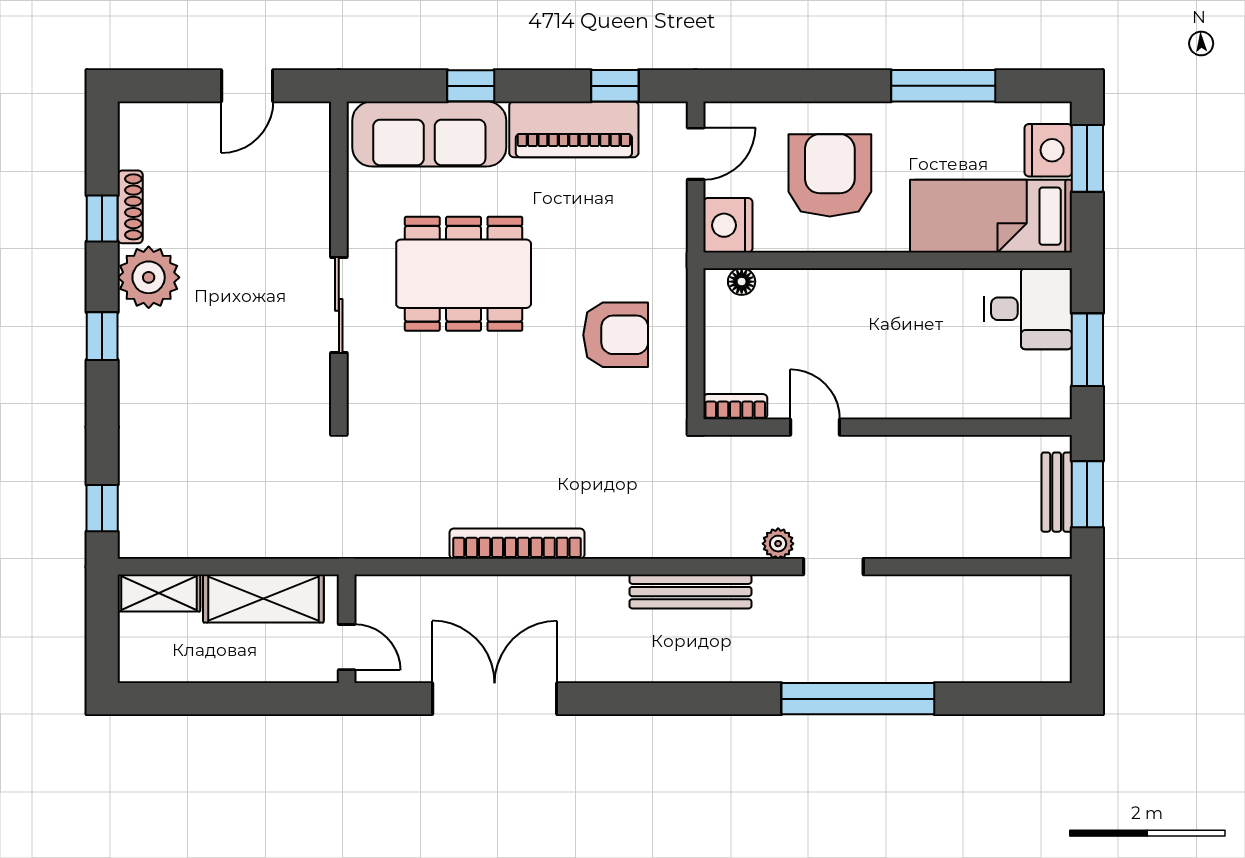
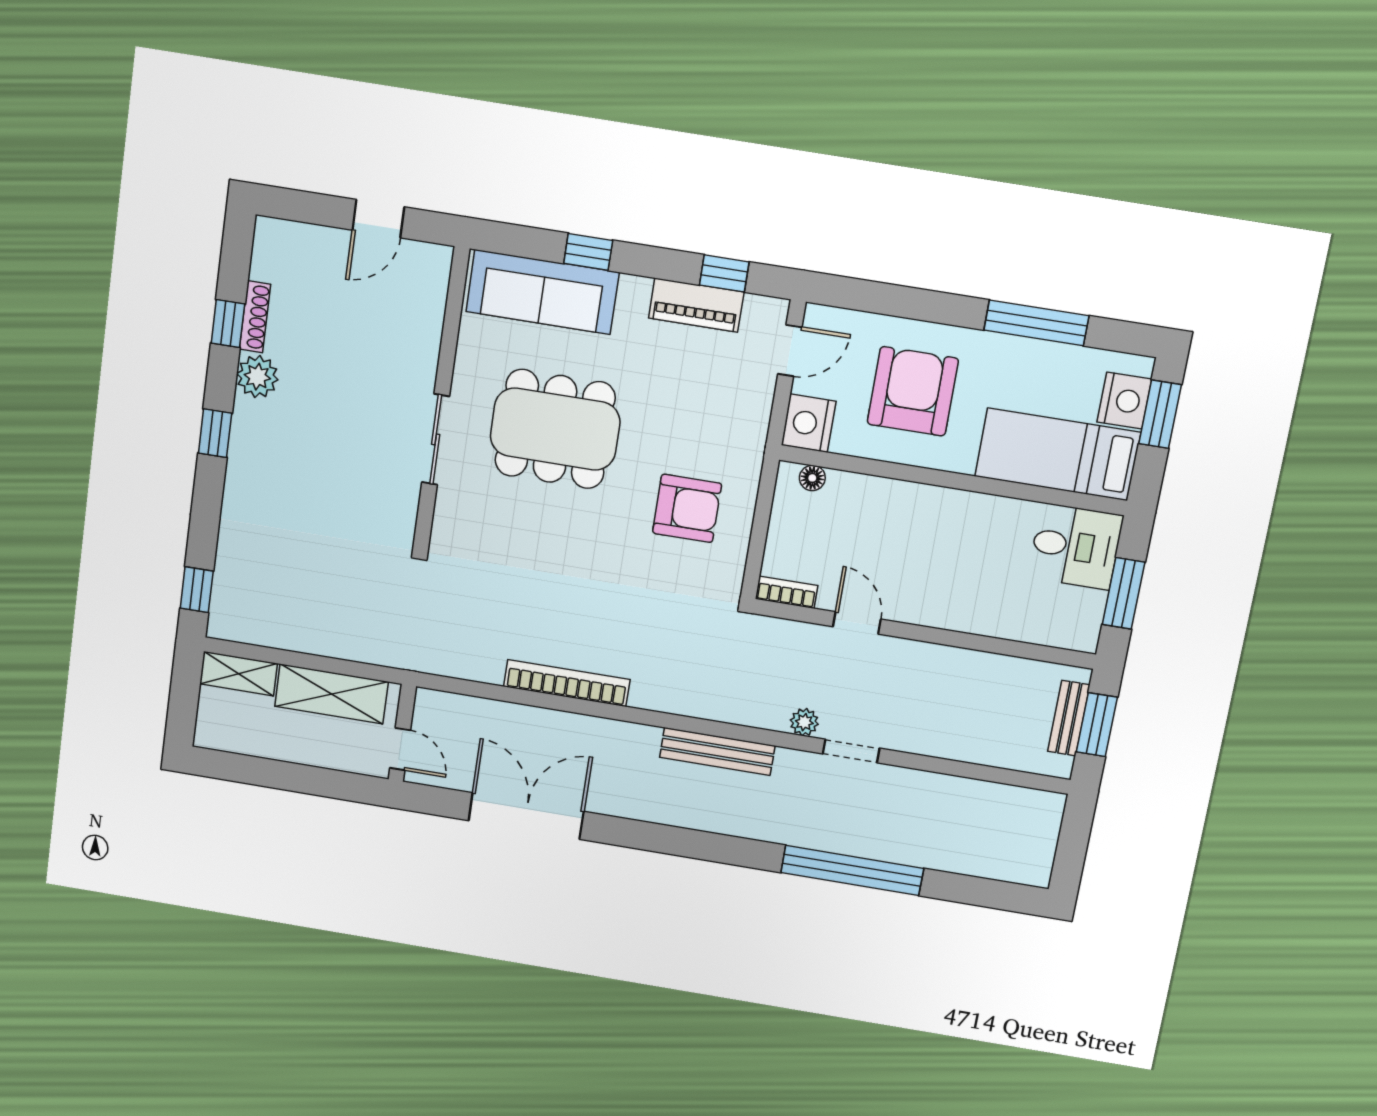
piano: (574, 129) -> (696, 305), width x0.73, depth x0.75
plant: (149, 277) -> (257, 377), width x0.73, depth x0.73

